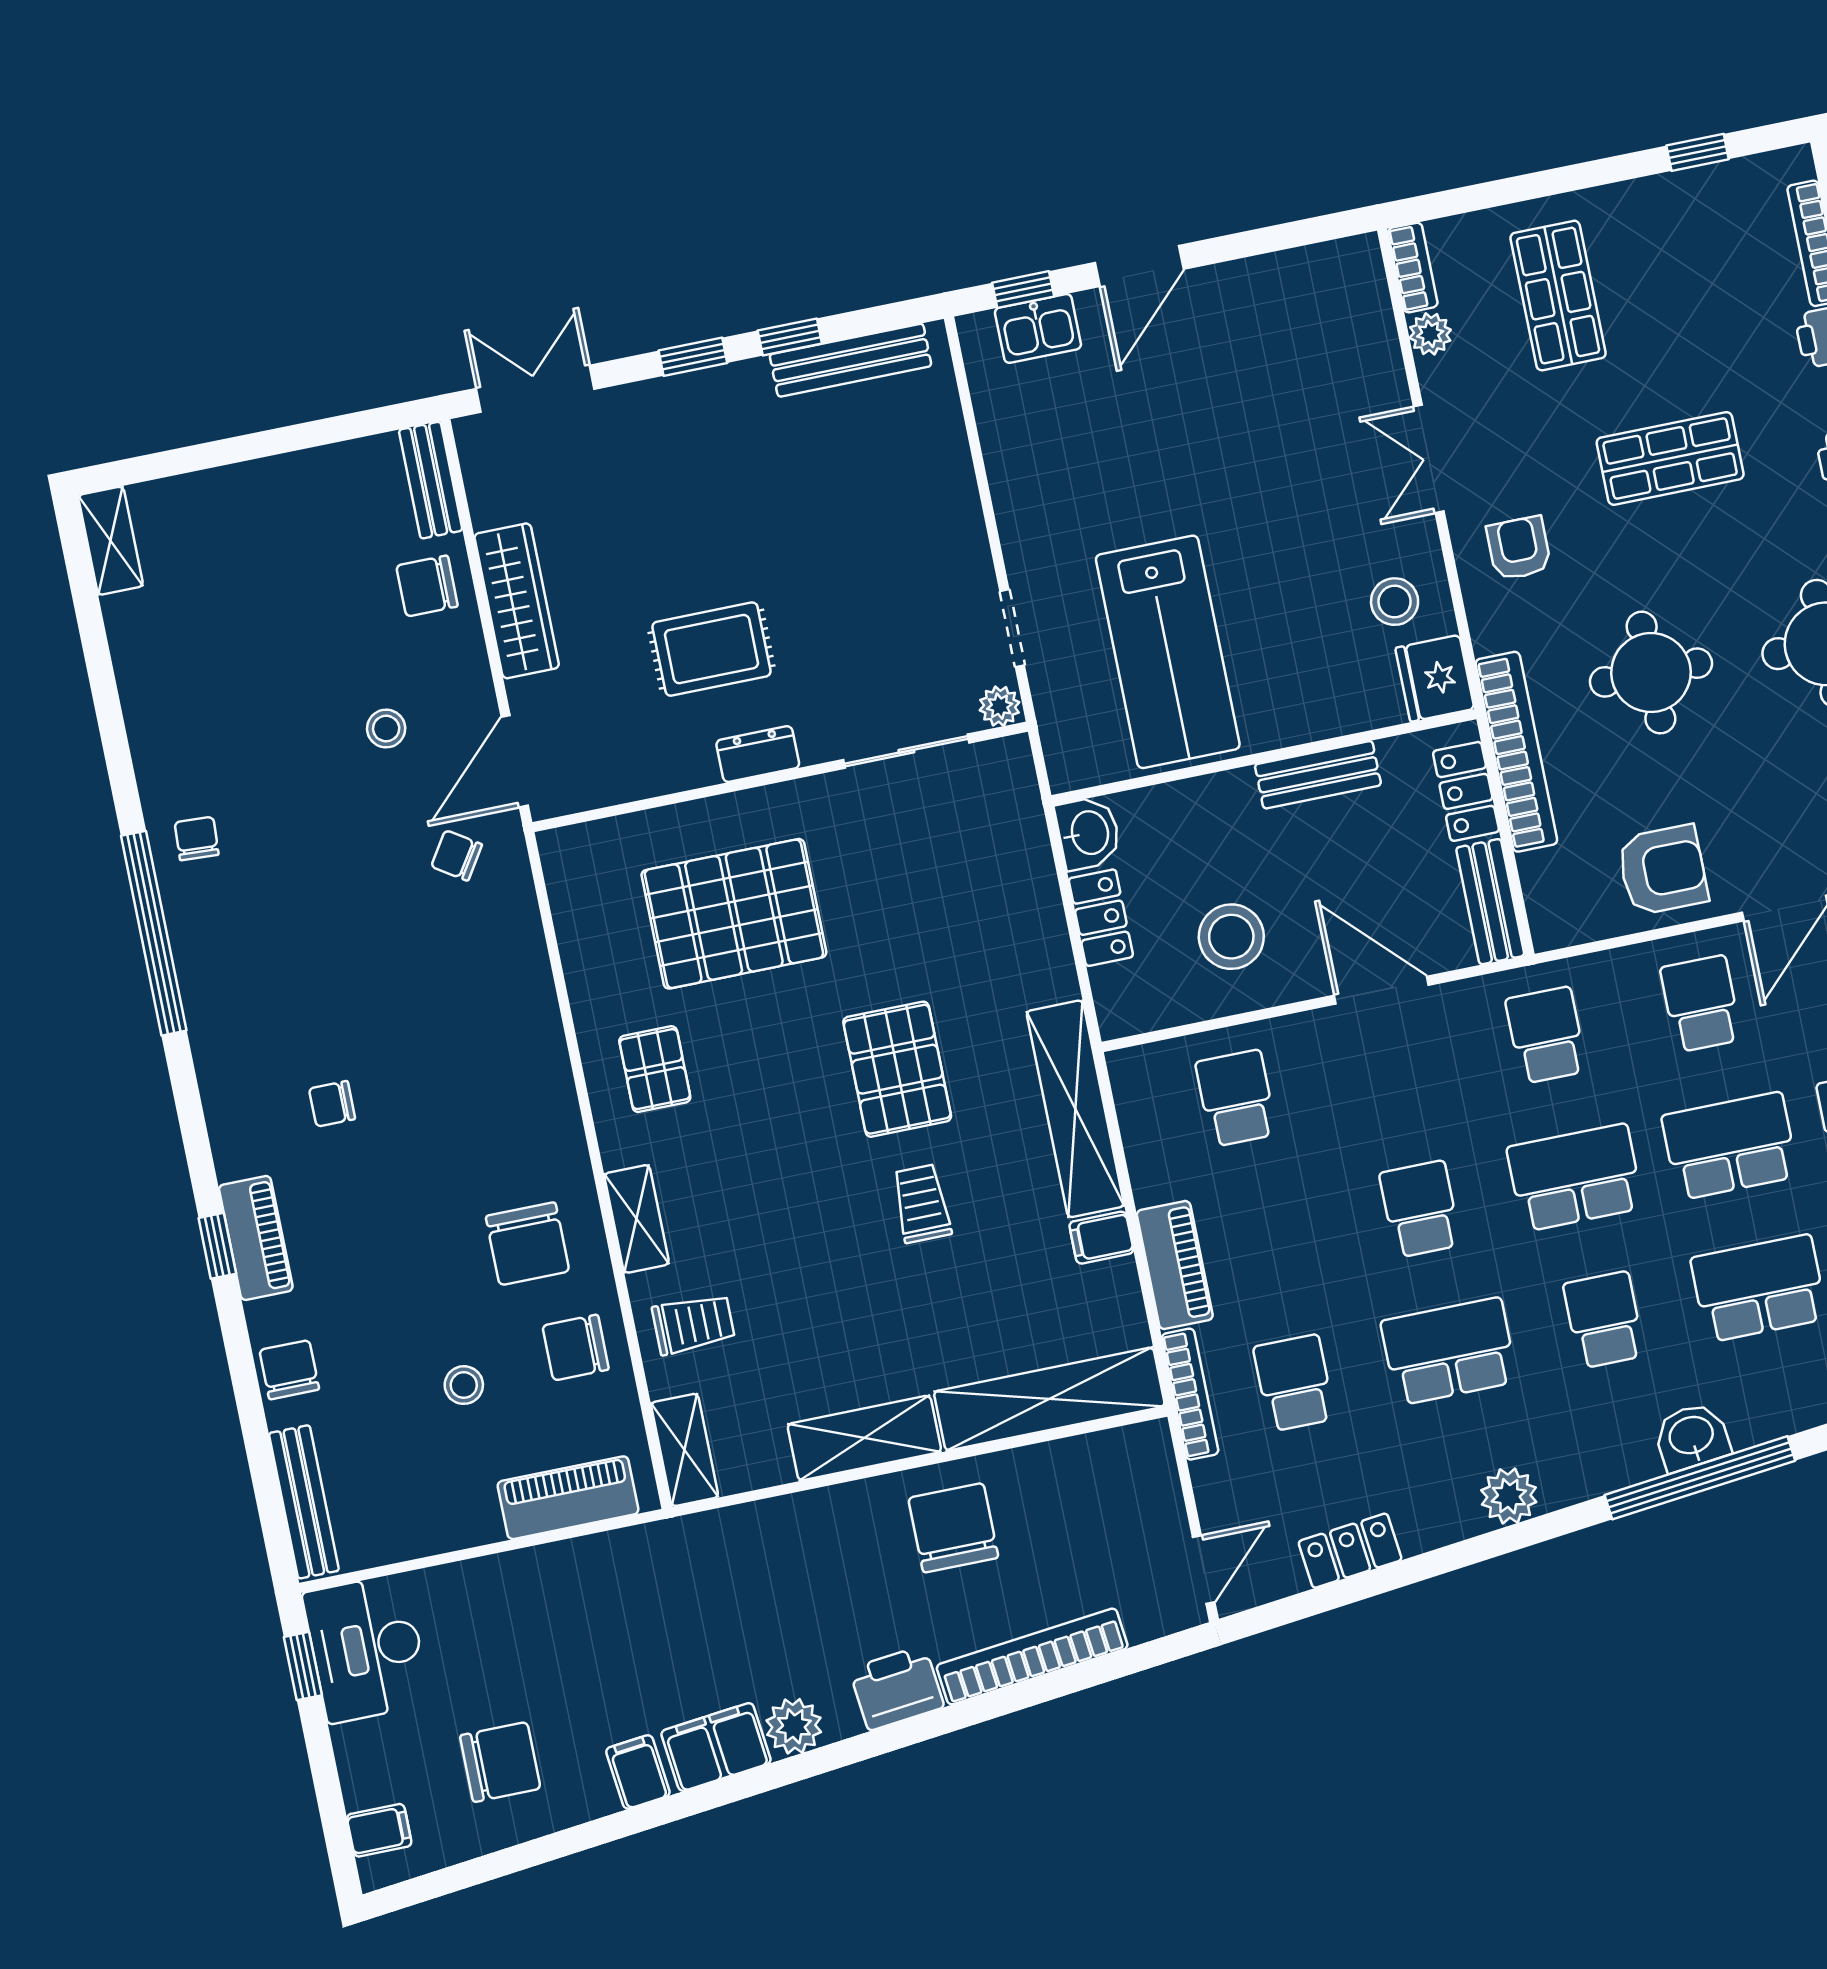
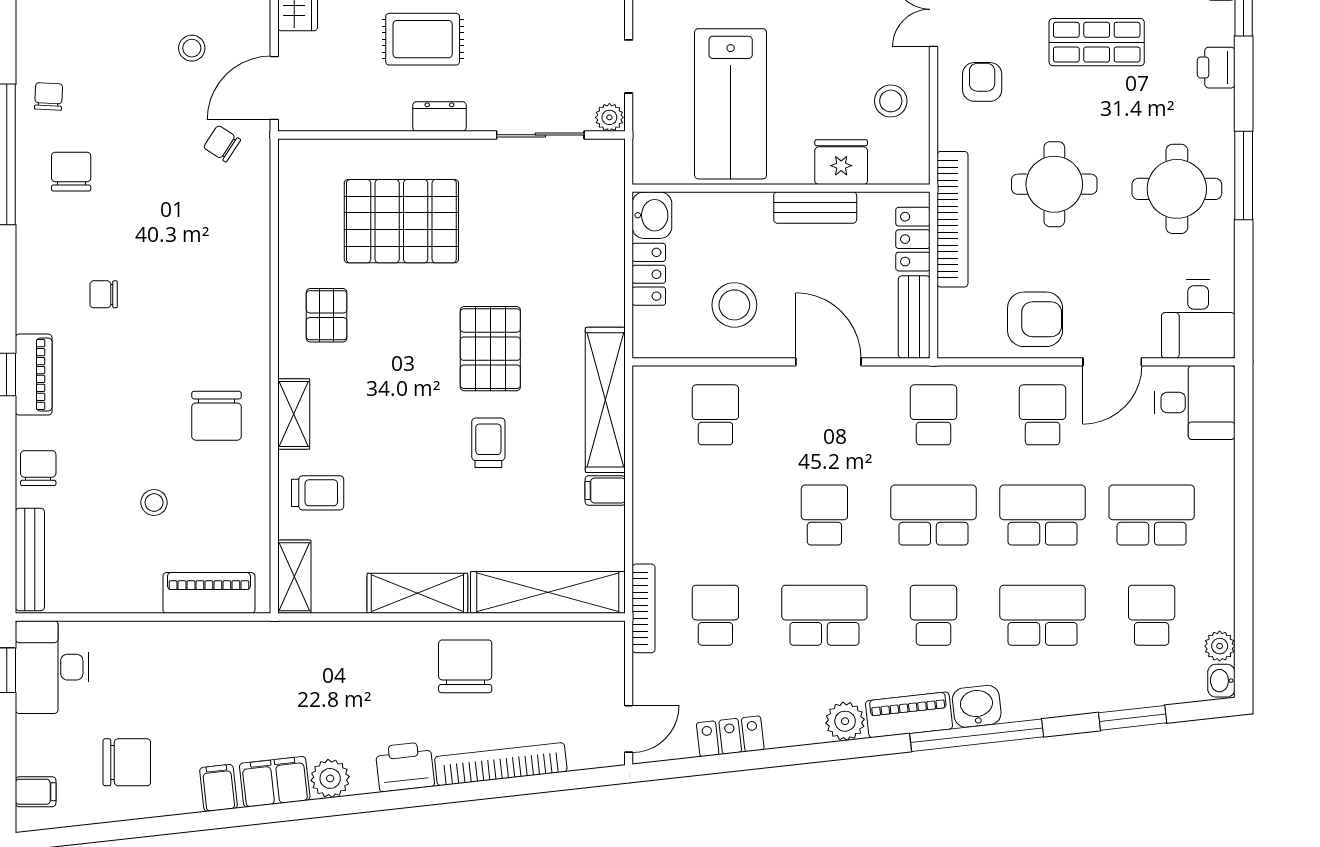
fridge: (1435, 678) -> (841, 162), moved, turned 90
piano: (1175, 1265) -> (909, 715), moved, turned -96
chair: (576, 1348) -> (71, 172), moved, turned 90

